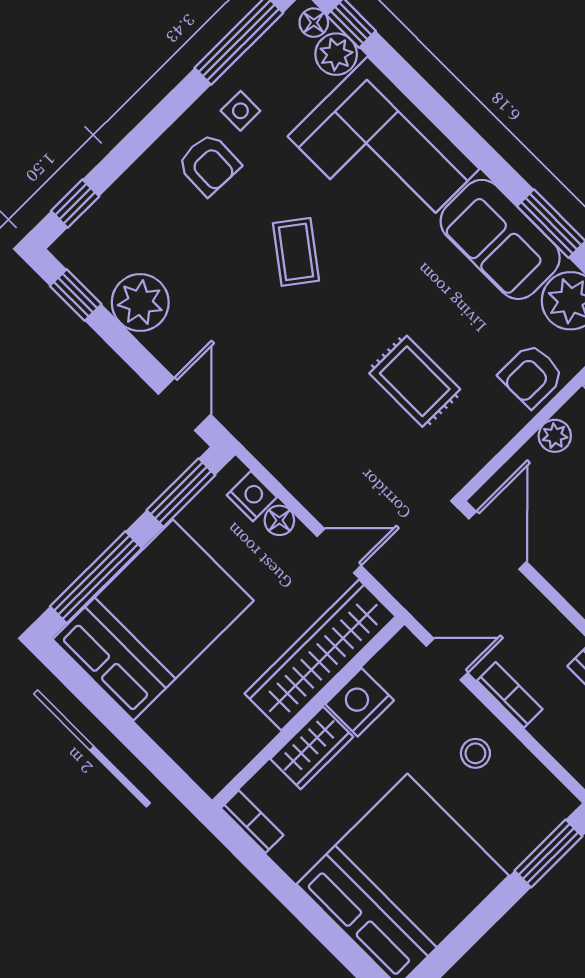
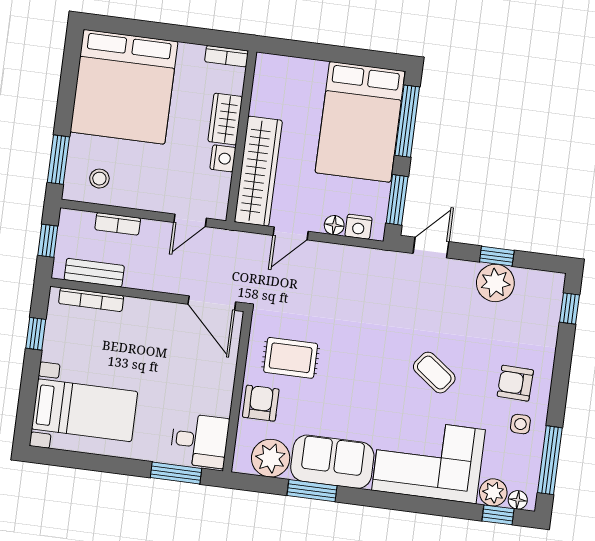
window: (76, 295) -> (497, 256), moved
rug: (415, 381) -> (291, 358), moved
door: (185, 404) -> (431, 248), swing flipped
plant: (555, 436) -> (224, 381), removed
bookcase: (510, 695) -> (118, 224), moved
nightstand: (360, 702) -> (223, 158), width x0.74, depth x0.75
stool: (475, 753) -> (99, 179), moved

